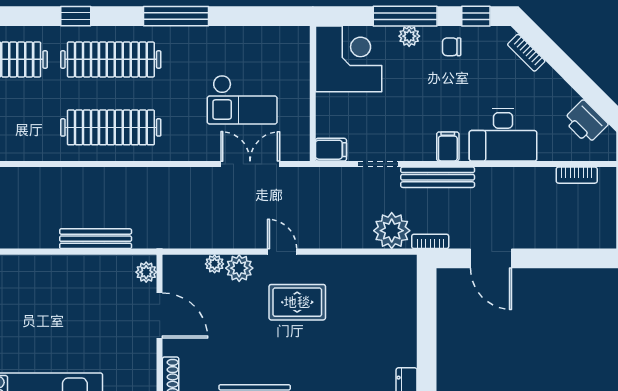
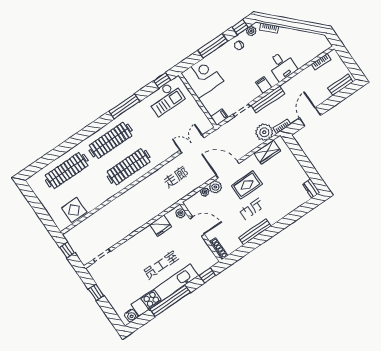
window: (76, 16) -> (162, 81), moved
plant: (409, 36) -> (251, 31), moved
checkout: (242, 100) -> (166, 99), moved
printer: (586, 122) -> (310, 39), removed
desk: (503, 135) -> (282, 66), width x0.73
bench: (96, 239) -> (341, 85), moved, width x0.73
door: (282, 252) -> (228, 169), width x1.87
door: (491, 258) -> (310, 117), swing flipped
wardrobe: (373, 269) -> (267, 152), added
fridge: (96, 270) -> (161, 226), added

